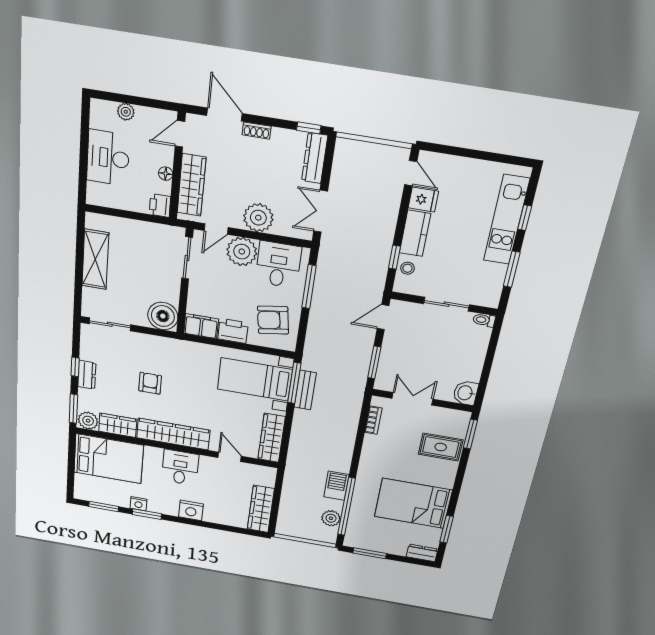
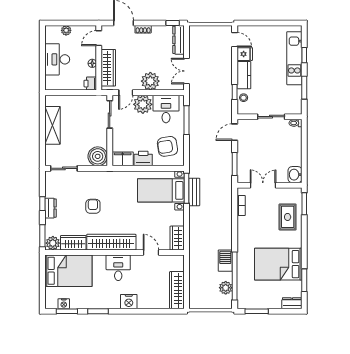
wardrobe: (272, 438) -> (177, 238), width x0.67
rug: (441, 447) -> (288, 217), turned 90
nightstand: (139, 504) -> (64, 304), moved

